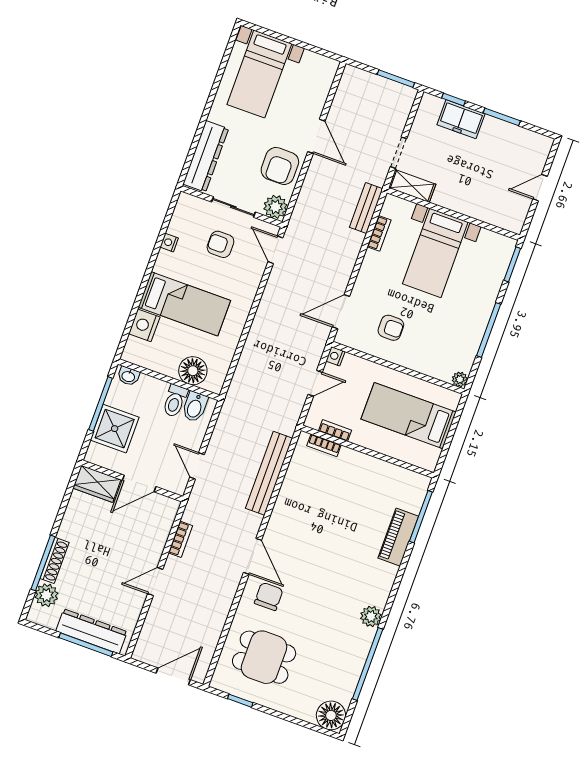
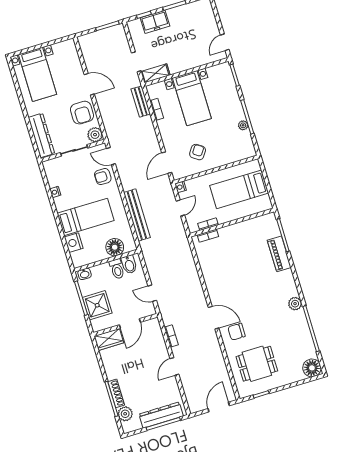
door: (540, 188) -> (225, 42), moved
armchair: (220, 244) -> (103, 177), moved
armchair: (391, 328) -> (198, 152), turned -55
plant: (460, 379) -> (243, 125), moved
bench: (269, 473) -> (137, 215), moved
chair: (269, 596) -> (237, 332), turned -90

